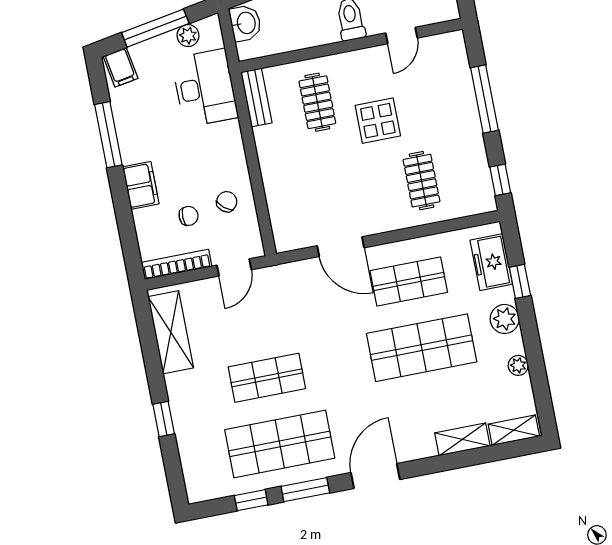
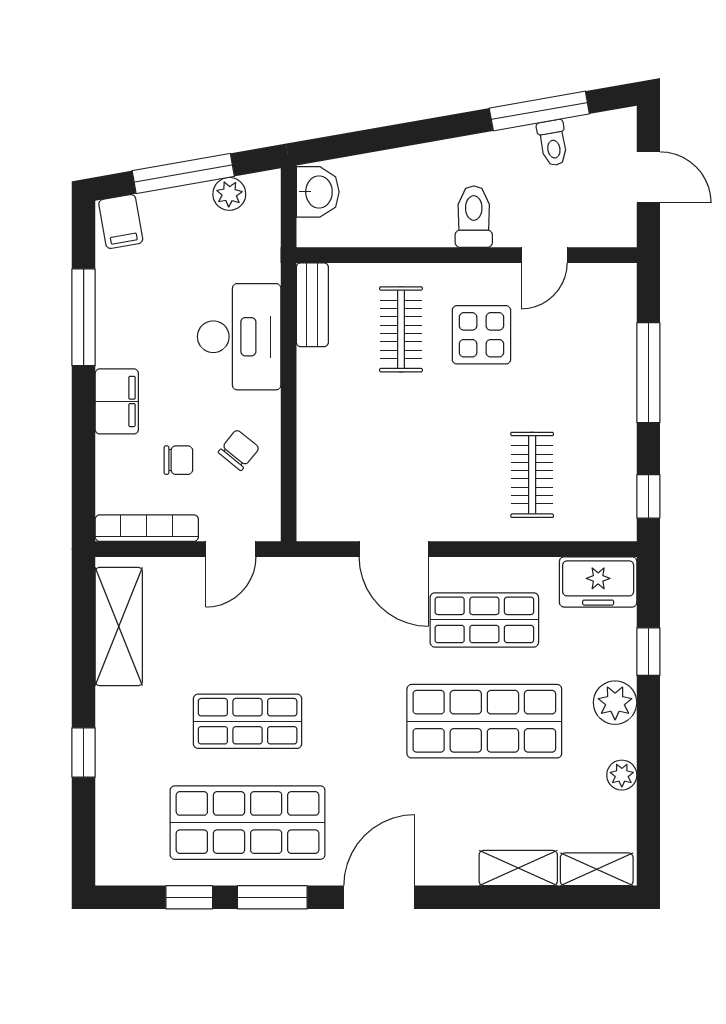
desk: (205, 88) -> (239, 337), moved
display table: (378, 121) -> (481, 335), moved
freezer: (491, 262) -> (598, 582), moved, turned -90

